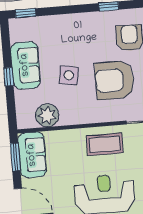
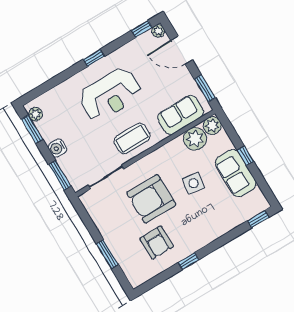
armchair: (114, 80) -> (151, 199), turned 180
plant: (25, 120) -> (212, 126), added
sofa: (32, 155) -> (181, 115), moved, turned 90

